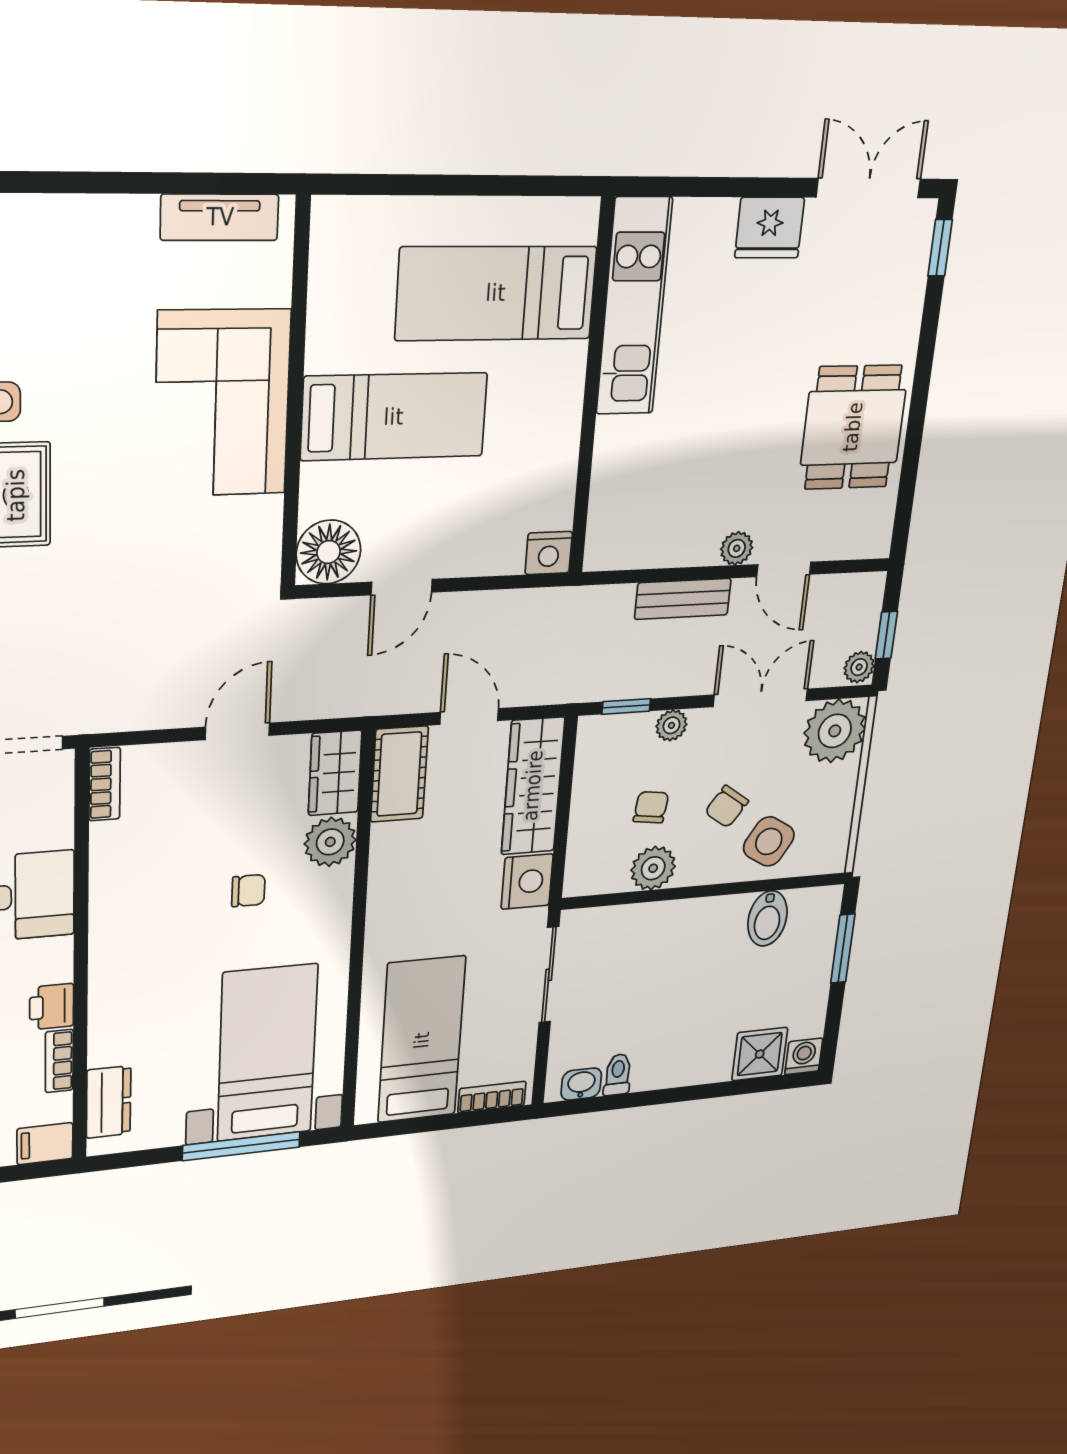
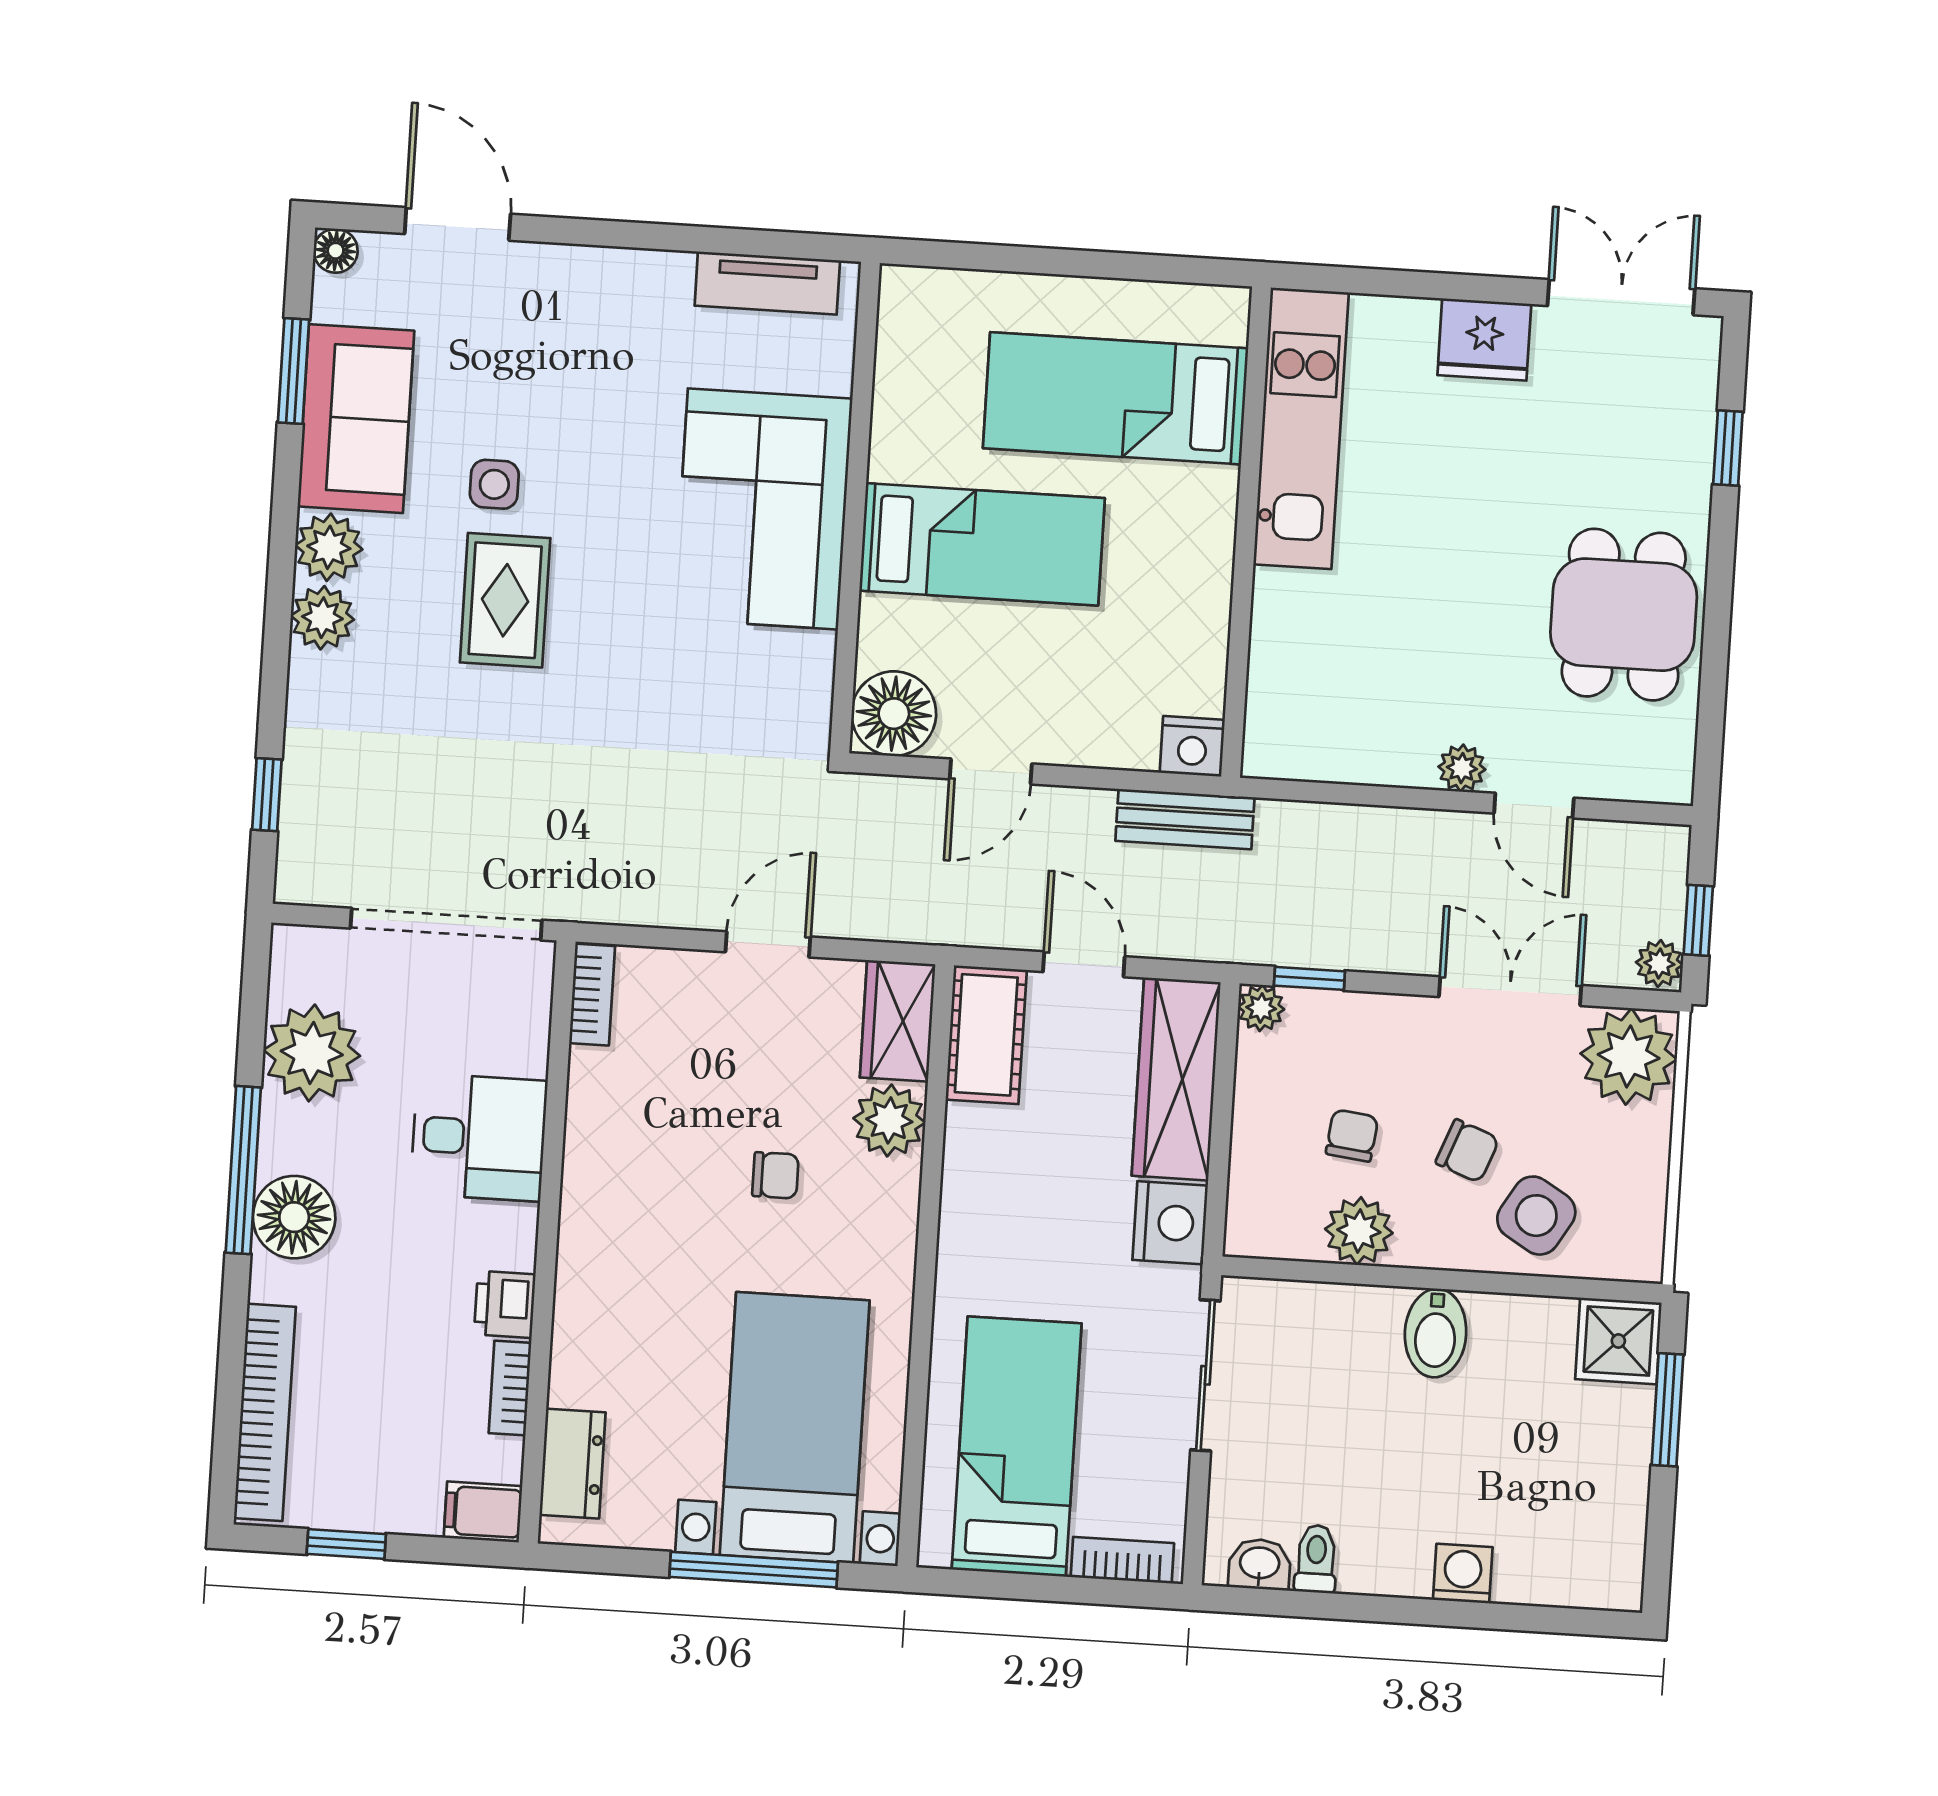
window: (940, 248) -> (1728, 448), moved
bench: (683, 599) -> (1185, 819), moved
plant: (671, 725) -> (1261, 1008), moved
chair: (727, 807) -> (1467, 1151), turned -104
bidet: (768, 918) -> (1436, 1333), moved
shower: (760, 1054) -> (1618, 1341), moved
washing machine: (804, 1056) -> (1463, 1574), moved

